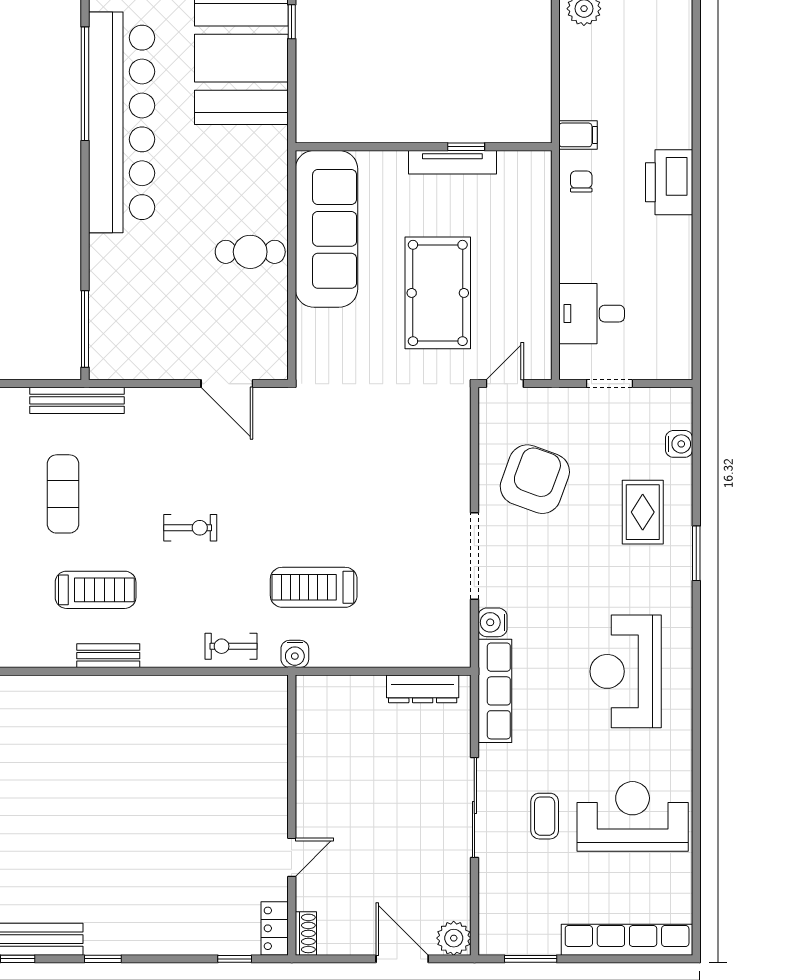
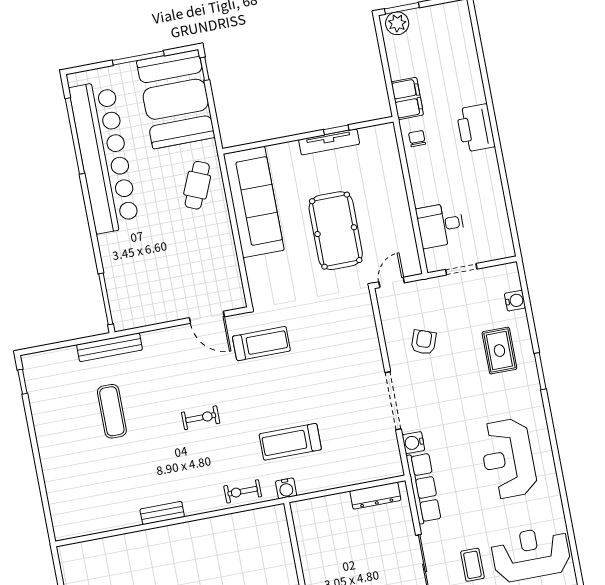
filing cabinet: (578, 135) -> (407, 98), width x2.00
cafe table: (250, 252) -> (197, 185), moved, turned -67
armchair: (535, 479) -> (424, 342), width x0.53, depth x0.53
treadmill: (96, 590) -> (261, 344), moved

